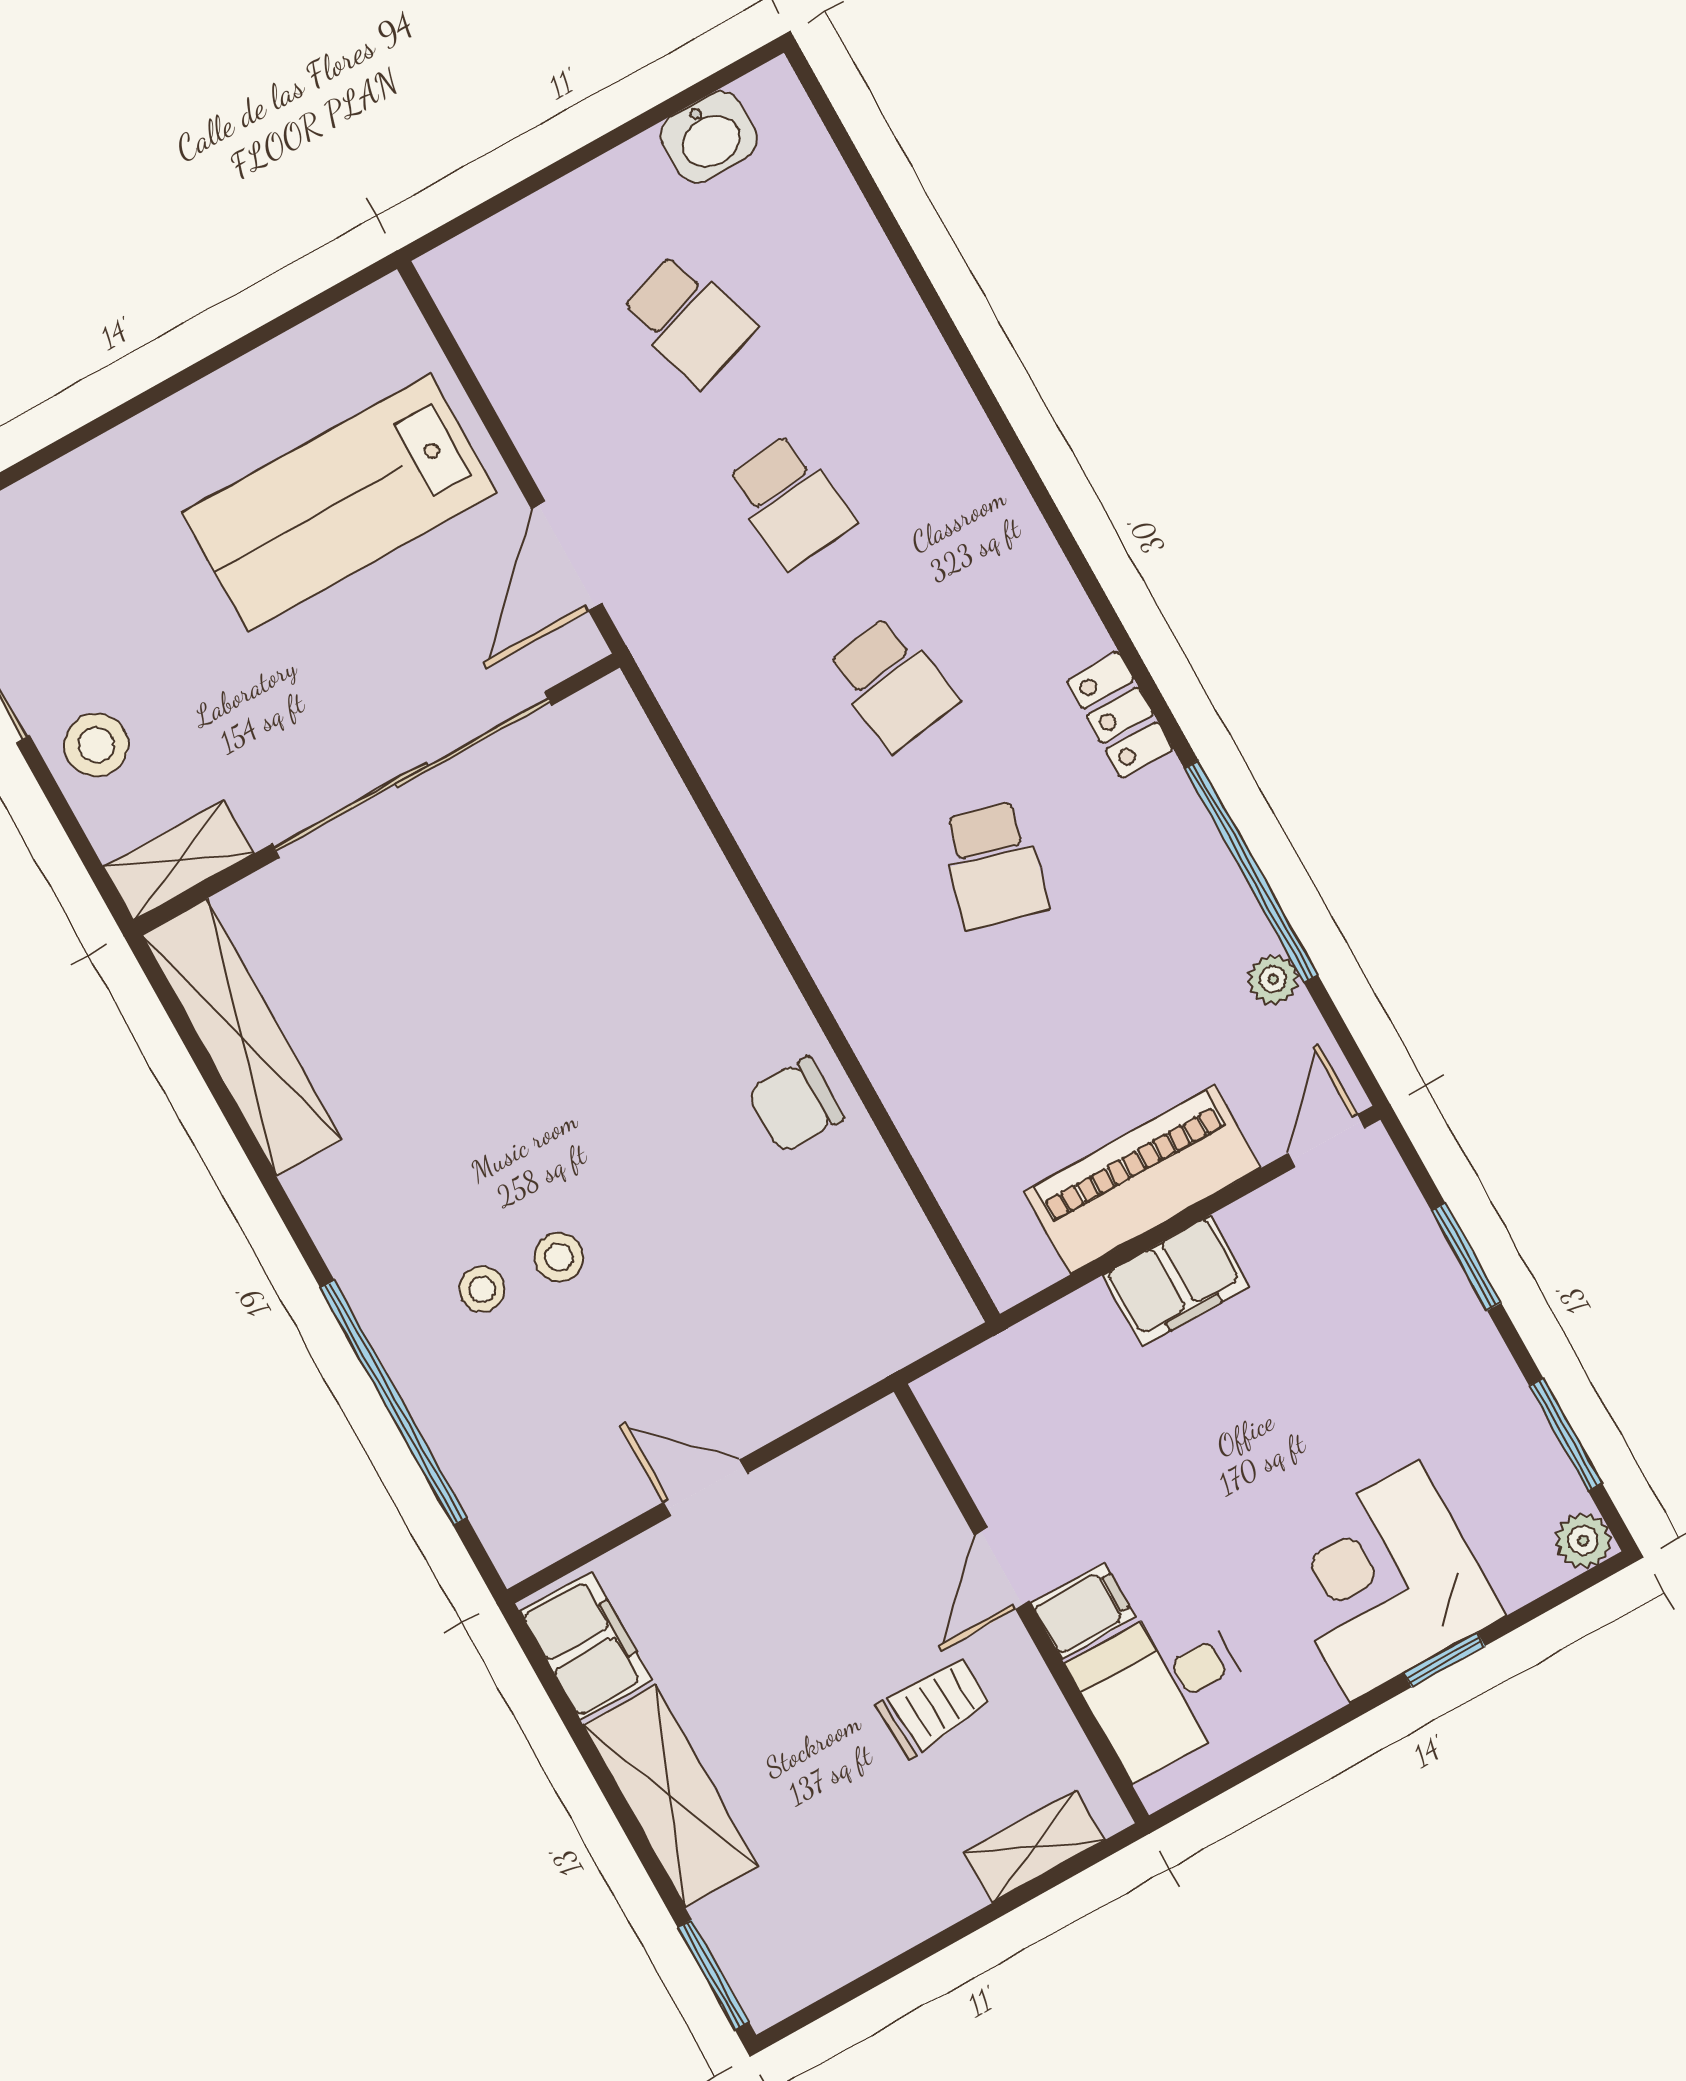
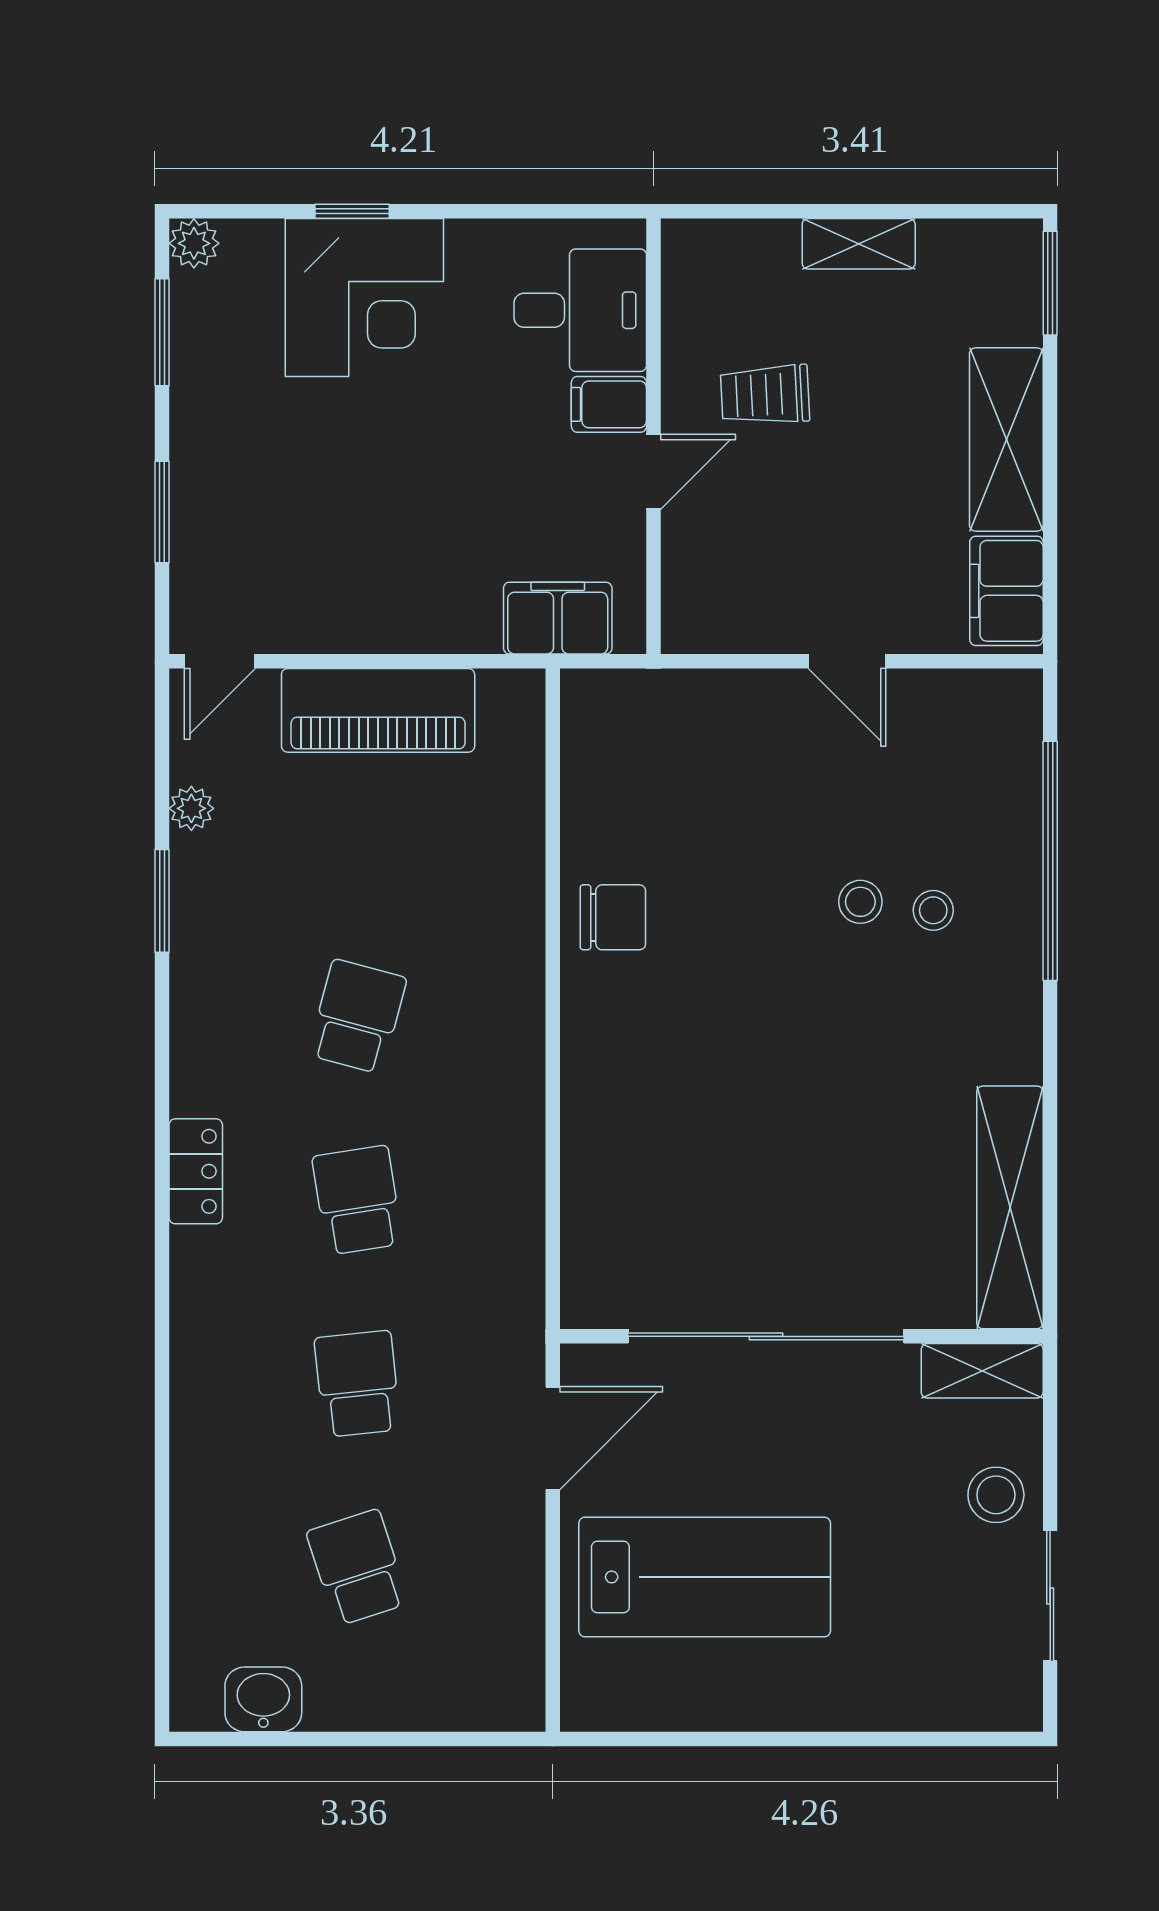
locker: (1120, 715) -> (196, 1171), moved
window: (1251, 872) -> (162, 901), width x0.47
filing cabinet: (1176, 1281) -> (558, 618), moved
shelving: (1034, 1847) -> (859, 244), moved

